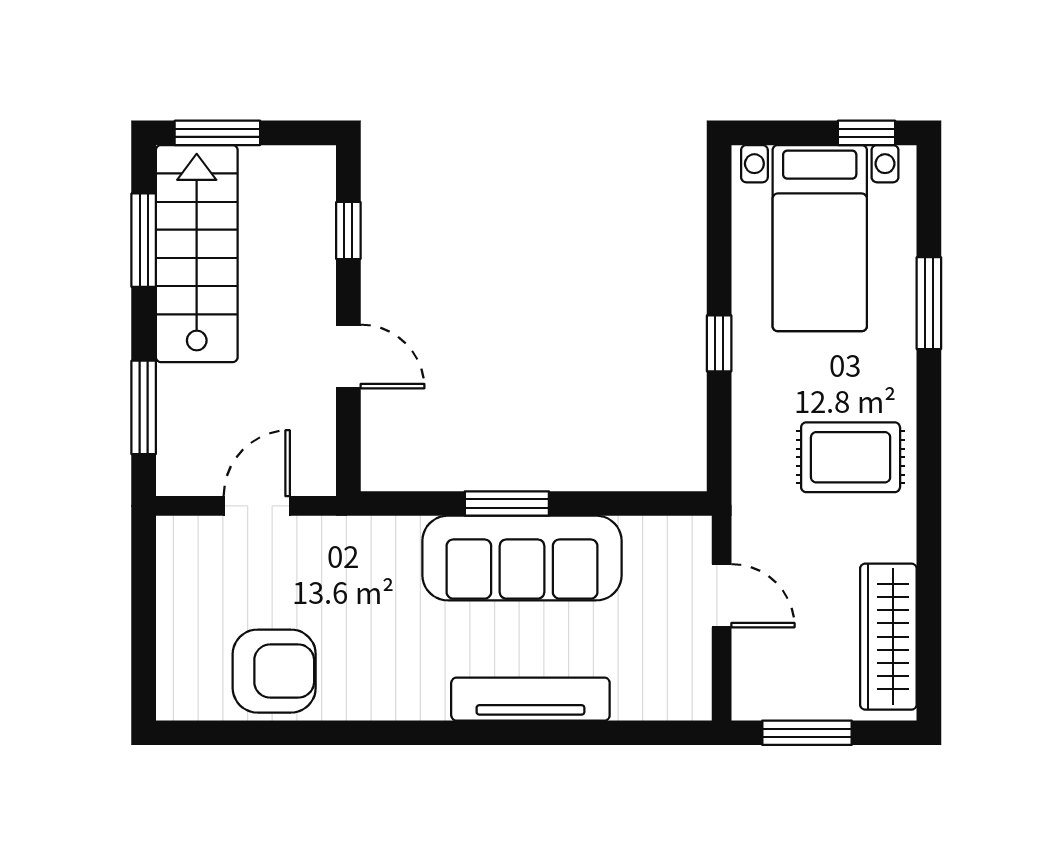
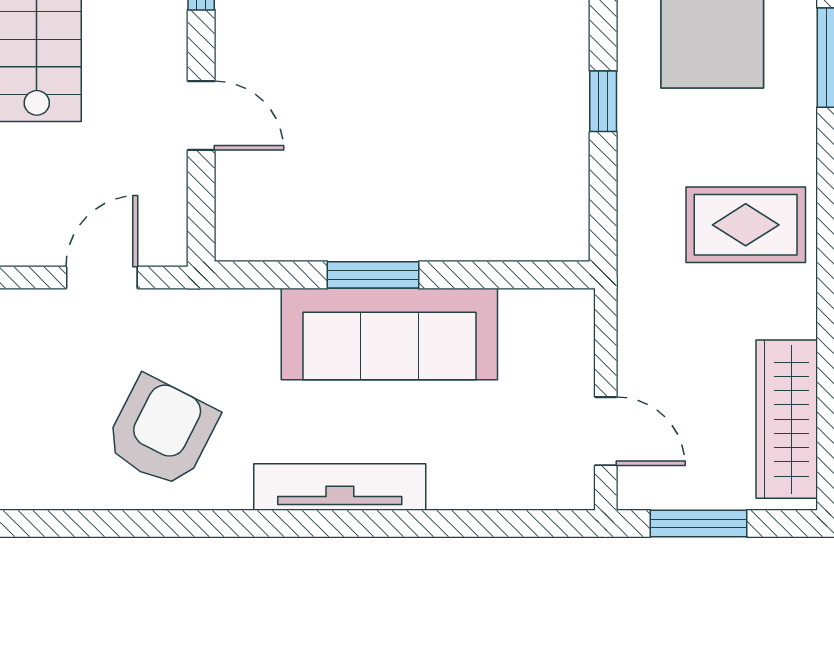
door: (722, 596) -> (606, 431), moved
armchair: (274, 671) -> (161, 432), moved, turned -63
tv unit: (530, 699) -> (340, 487), moved

